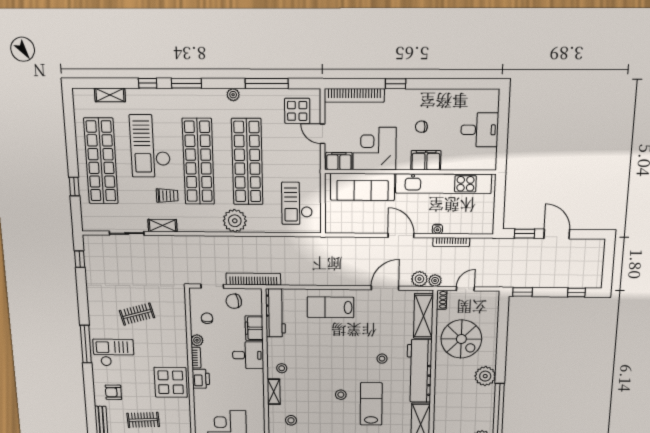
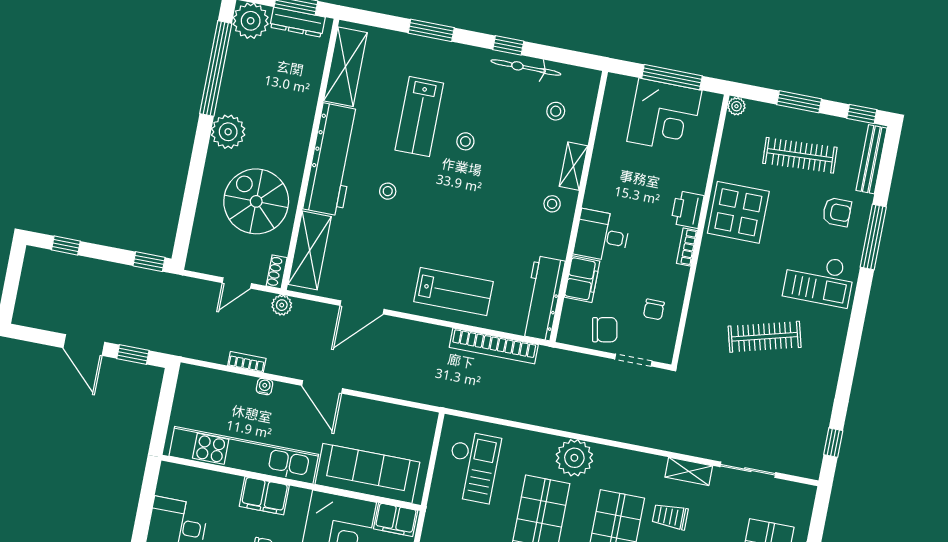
bookcase: (451, 242) -> (247, 362), width x0.64
bookcase: (253, 279) -> (494, 346), moved
plant: (419, 279) -> (306, 312), removed
clothes rail: (137, 314) -> (765, 337), width x1.36
plant: (197, 340) -> (678, 276), removed
window: (86, 344) -> (873, 237), moved
clothes rail: (143, 420) -> (800, 155), width x1.36

